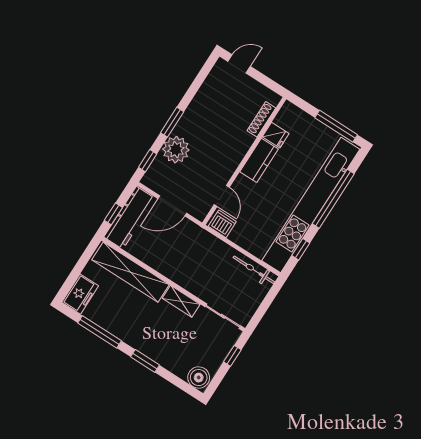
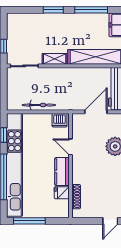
door: (222, 196) -> (70, 147), moved
bicycle: (254, 270) -> (39, 105), moved
boiler: (199, 378) -> (15, 21), removed

